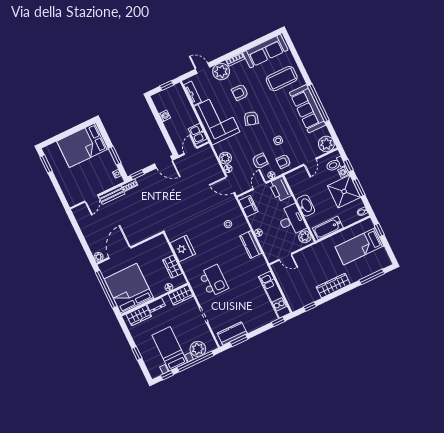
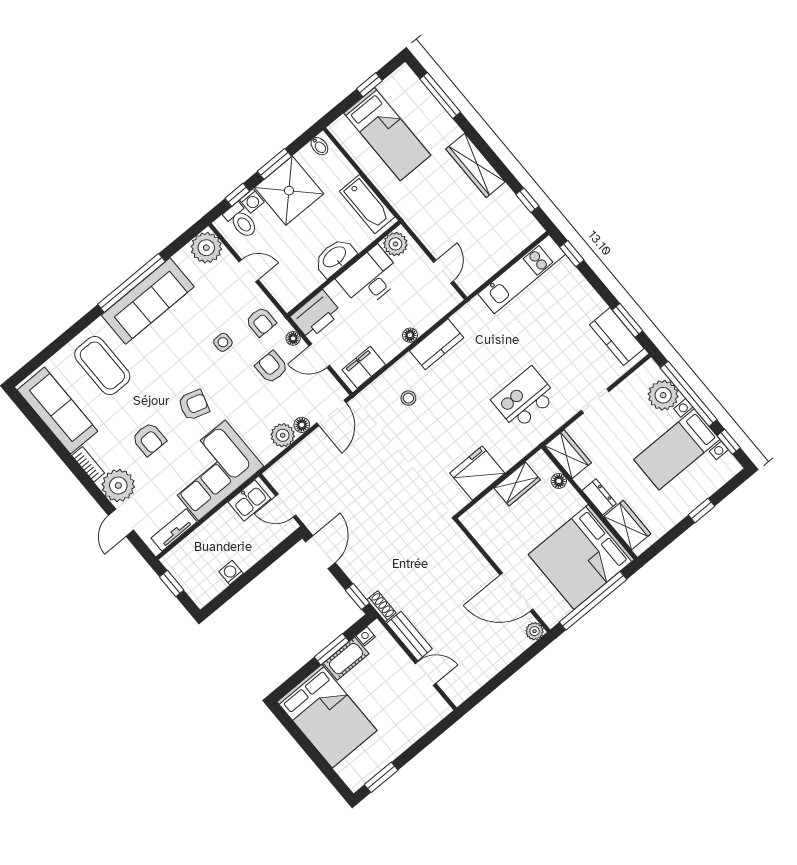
cot: (108, 161) -> (346, 659), added
window: (379, 230) -> (369, 85), moved

